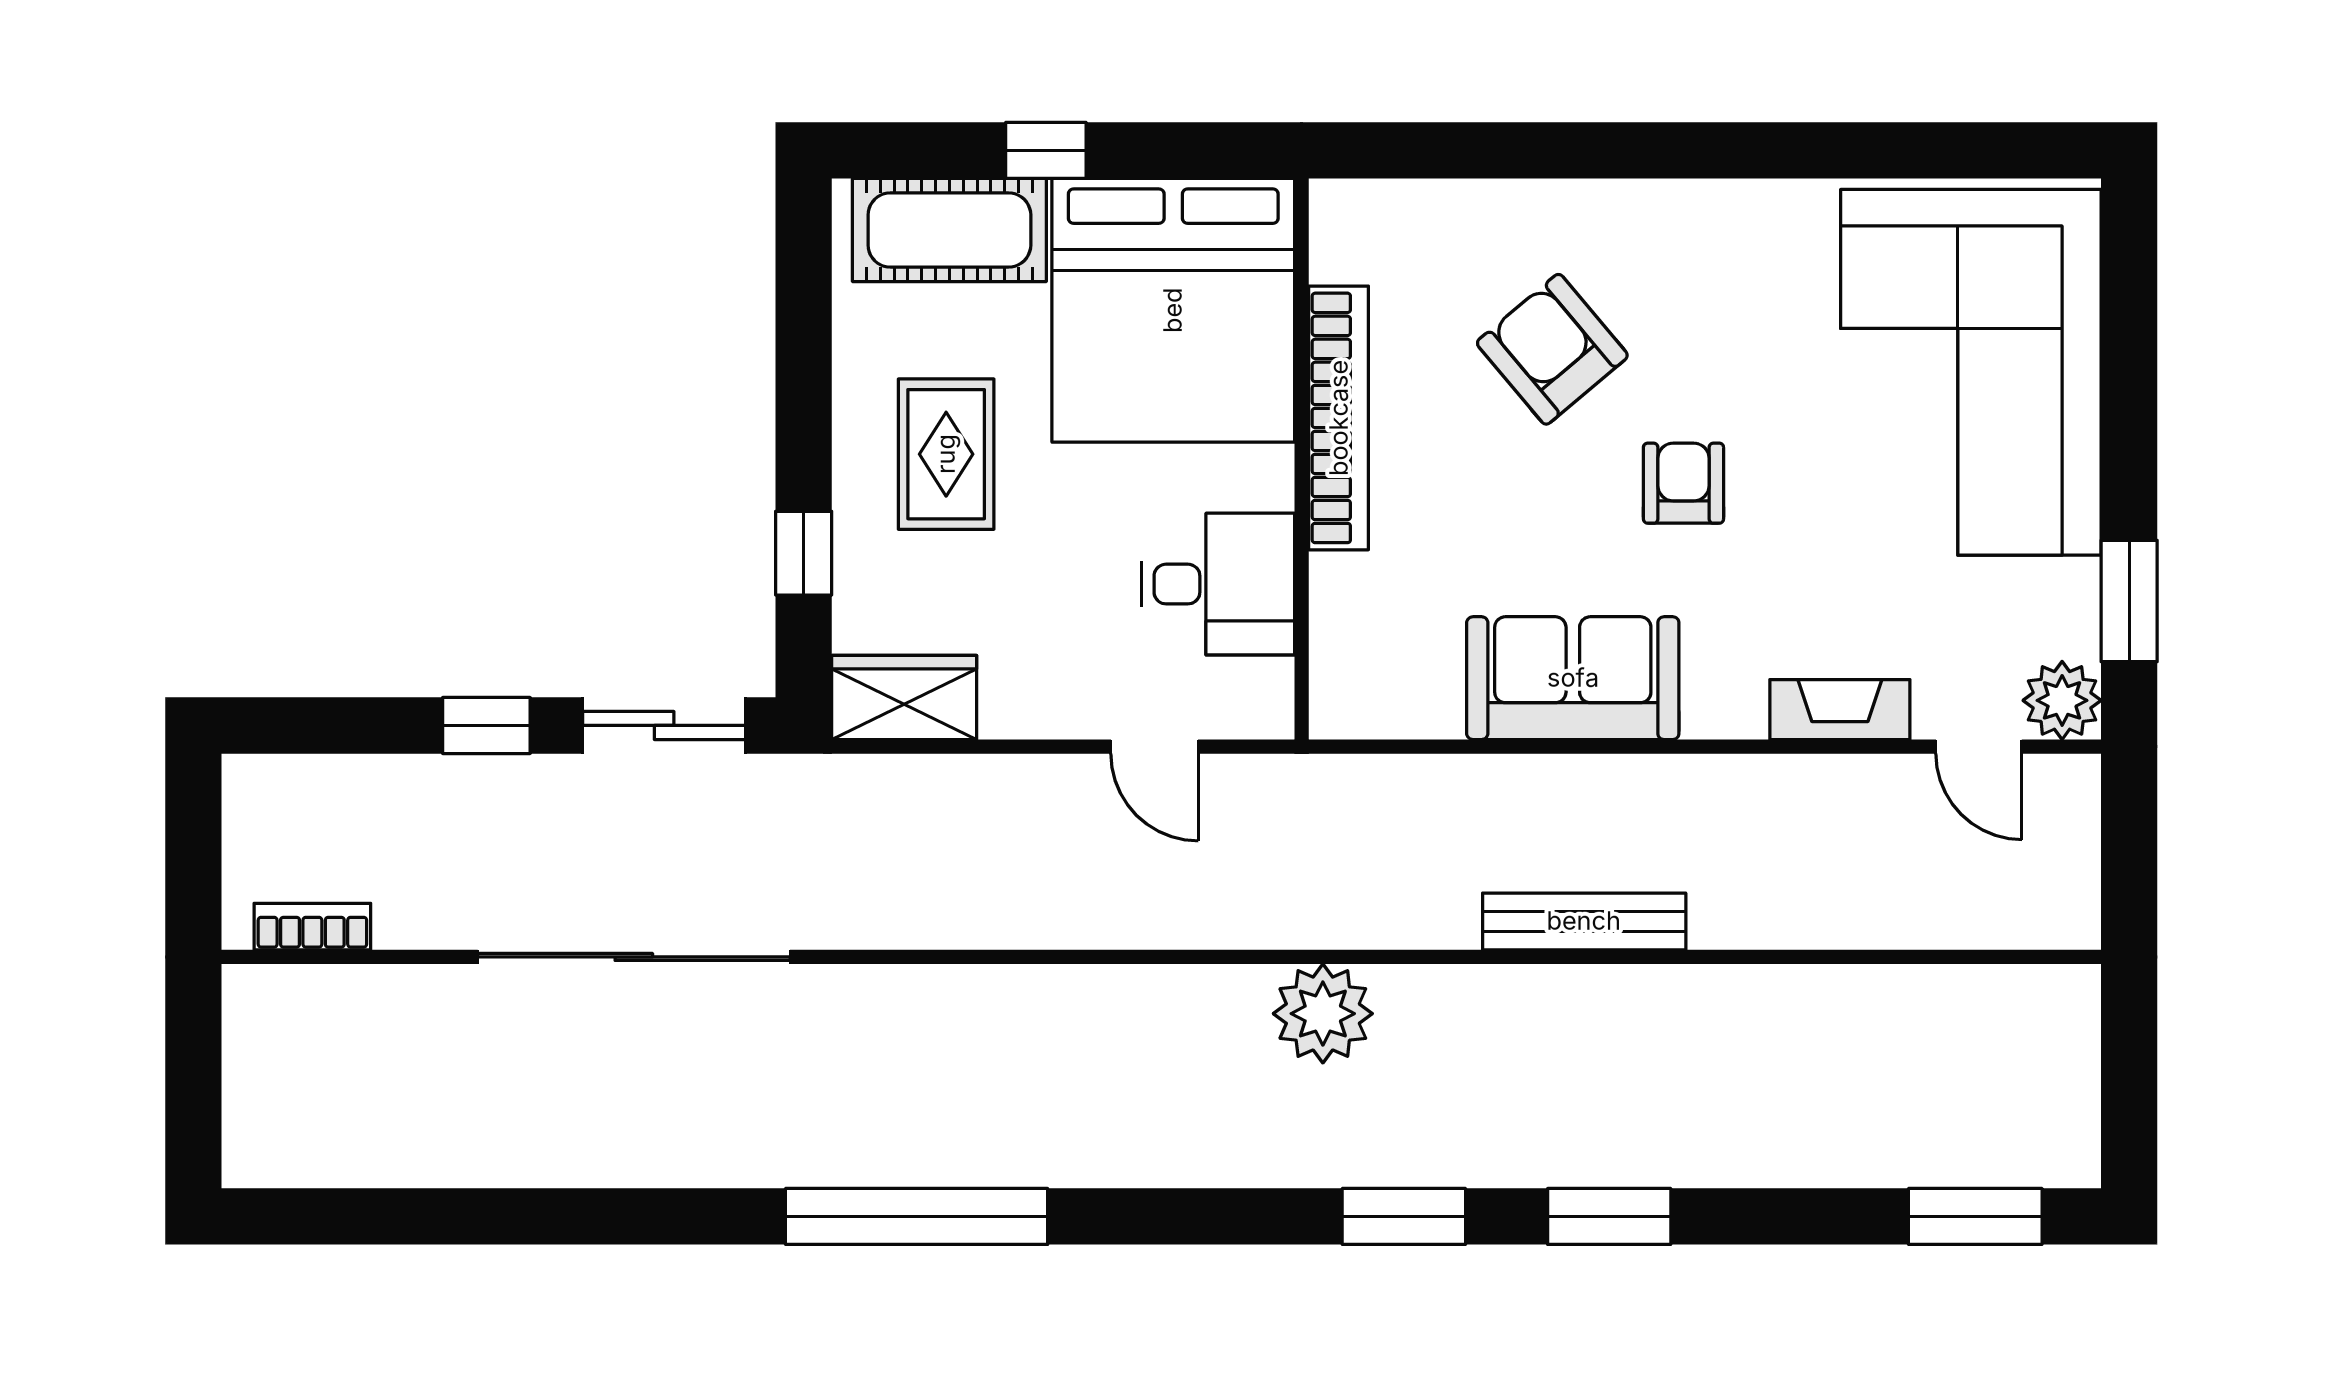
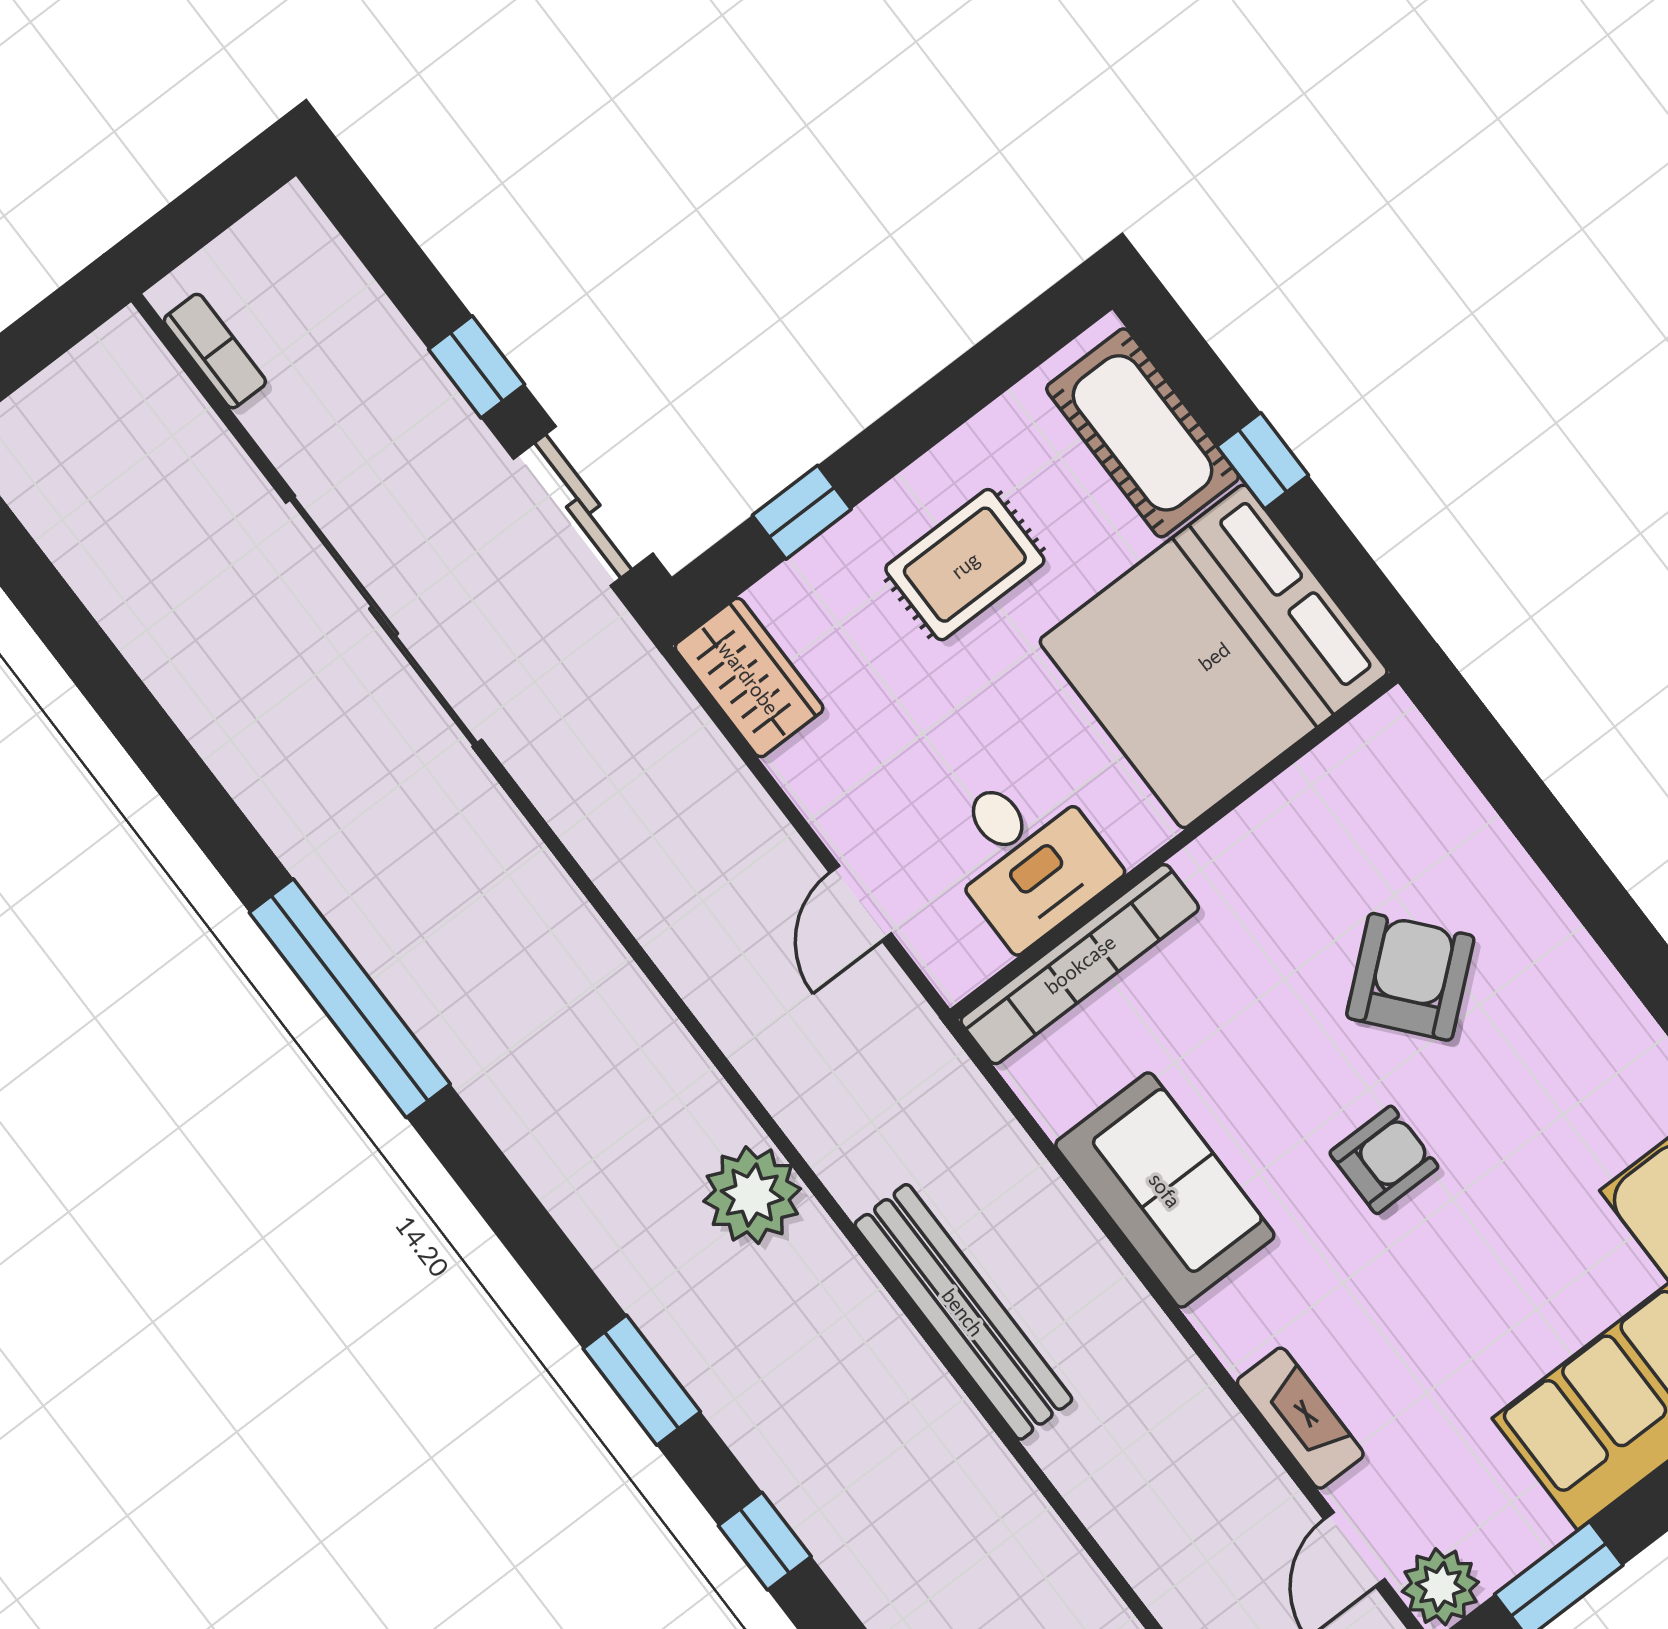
bookcase: (1339, 418) -> (1080, 964), moved
bench: (1584, 921) -> (963, 1312), width x1.37, depth x1.21
window: (1609, 1216) -> (765, 1541), width x0.67

